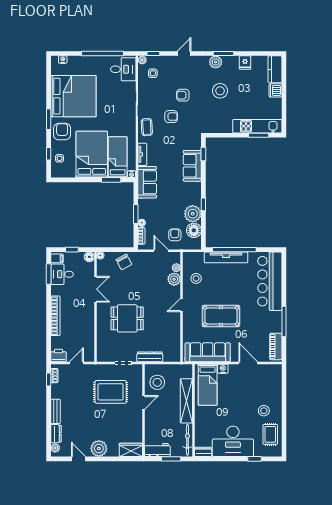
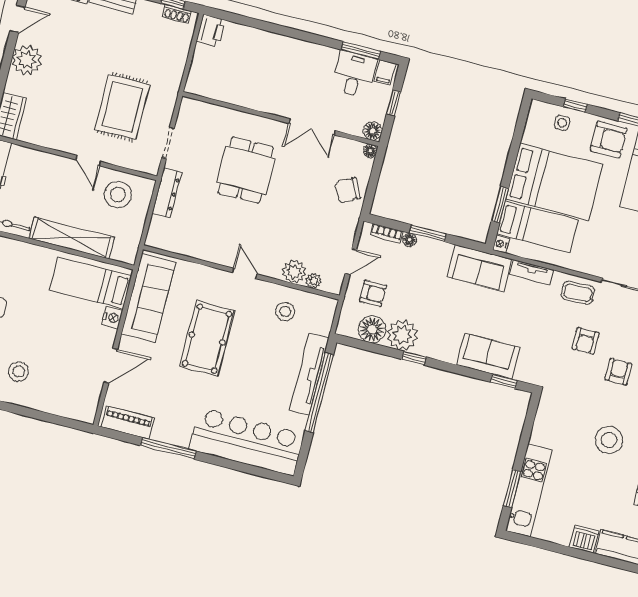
bookcase: (55, 316) -> (283, 43), removed
door: (76, 363) -> (189, 59), removed

